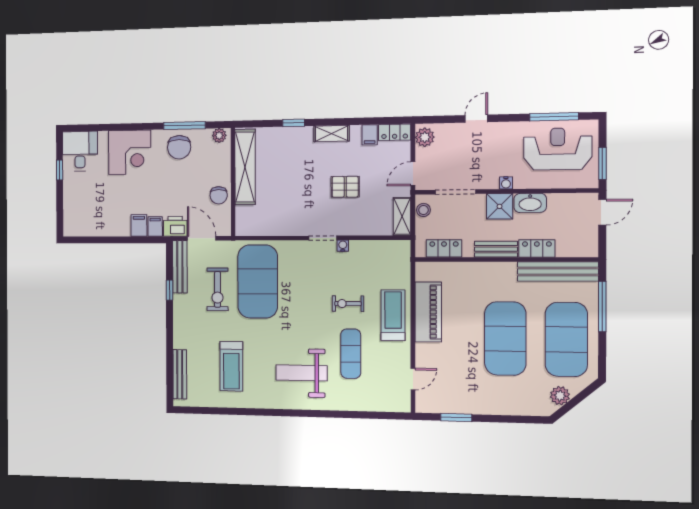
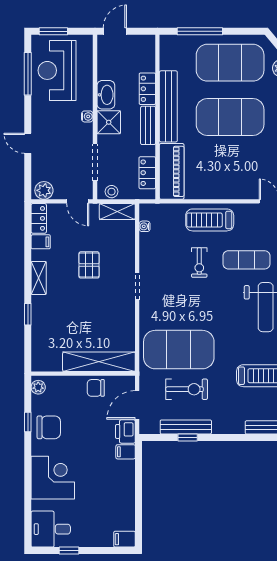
window: (184, 125) -> (28, 422), width x0.46
window: (602, 163) -> (53, 31), moved
shelving: (245, 167) -> (99, 362), moved
chair: (219, 195) -> (96, 388), turned 180
door: (602, 212) -> (115, 31), hinge flipped
filing cabinet: (139, 225) -> (124, 539), moved
water cooler: (343, 246) -> (145, 226), moved
bench: (180, 267) -> (186, 427), moved
bench: (558, 271) -> (168, 106), moved
piano: (428, 312) -> (172, 171), moved, turned 90

